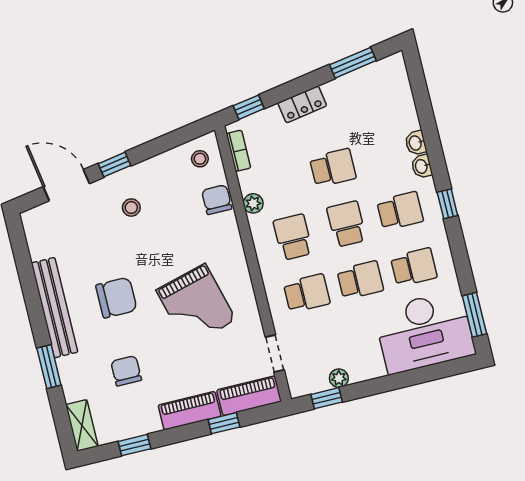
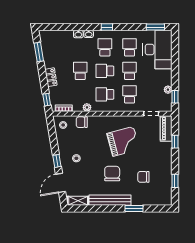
piano: (190, 411) -> (166, 155), removed
shelving: (82, 425) -> (78, 201), moved

